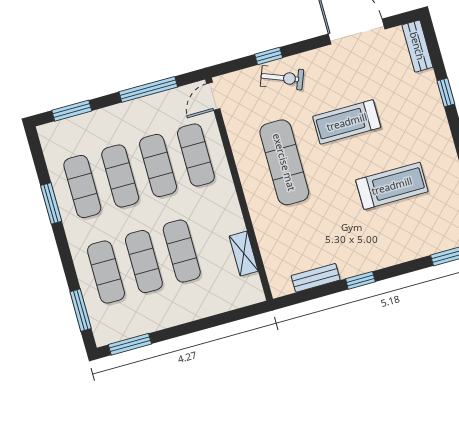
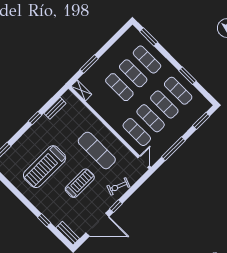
window: (269, 56) -> (116, 206), moved
treadmill: (392, 186) -> (45, 167), width x1.37, depth x1.38
shelving: (244, 254) -> (81, 90), moved
window: (130, 344) -> (89, 64), moved

